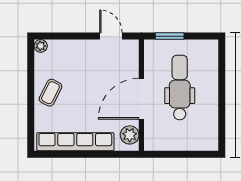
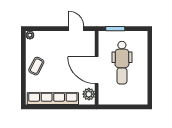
dental chair: (180, 88) -> (122, 63), turned 180
door: (141, 99) -> (97, 70), hinge flipped

